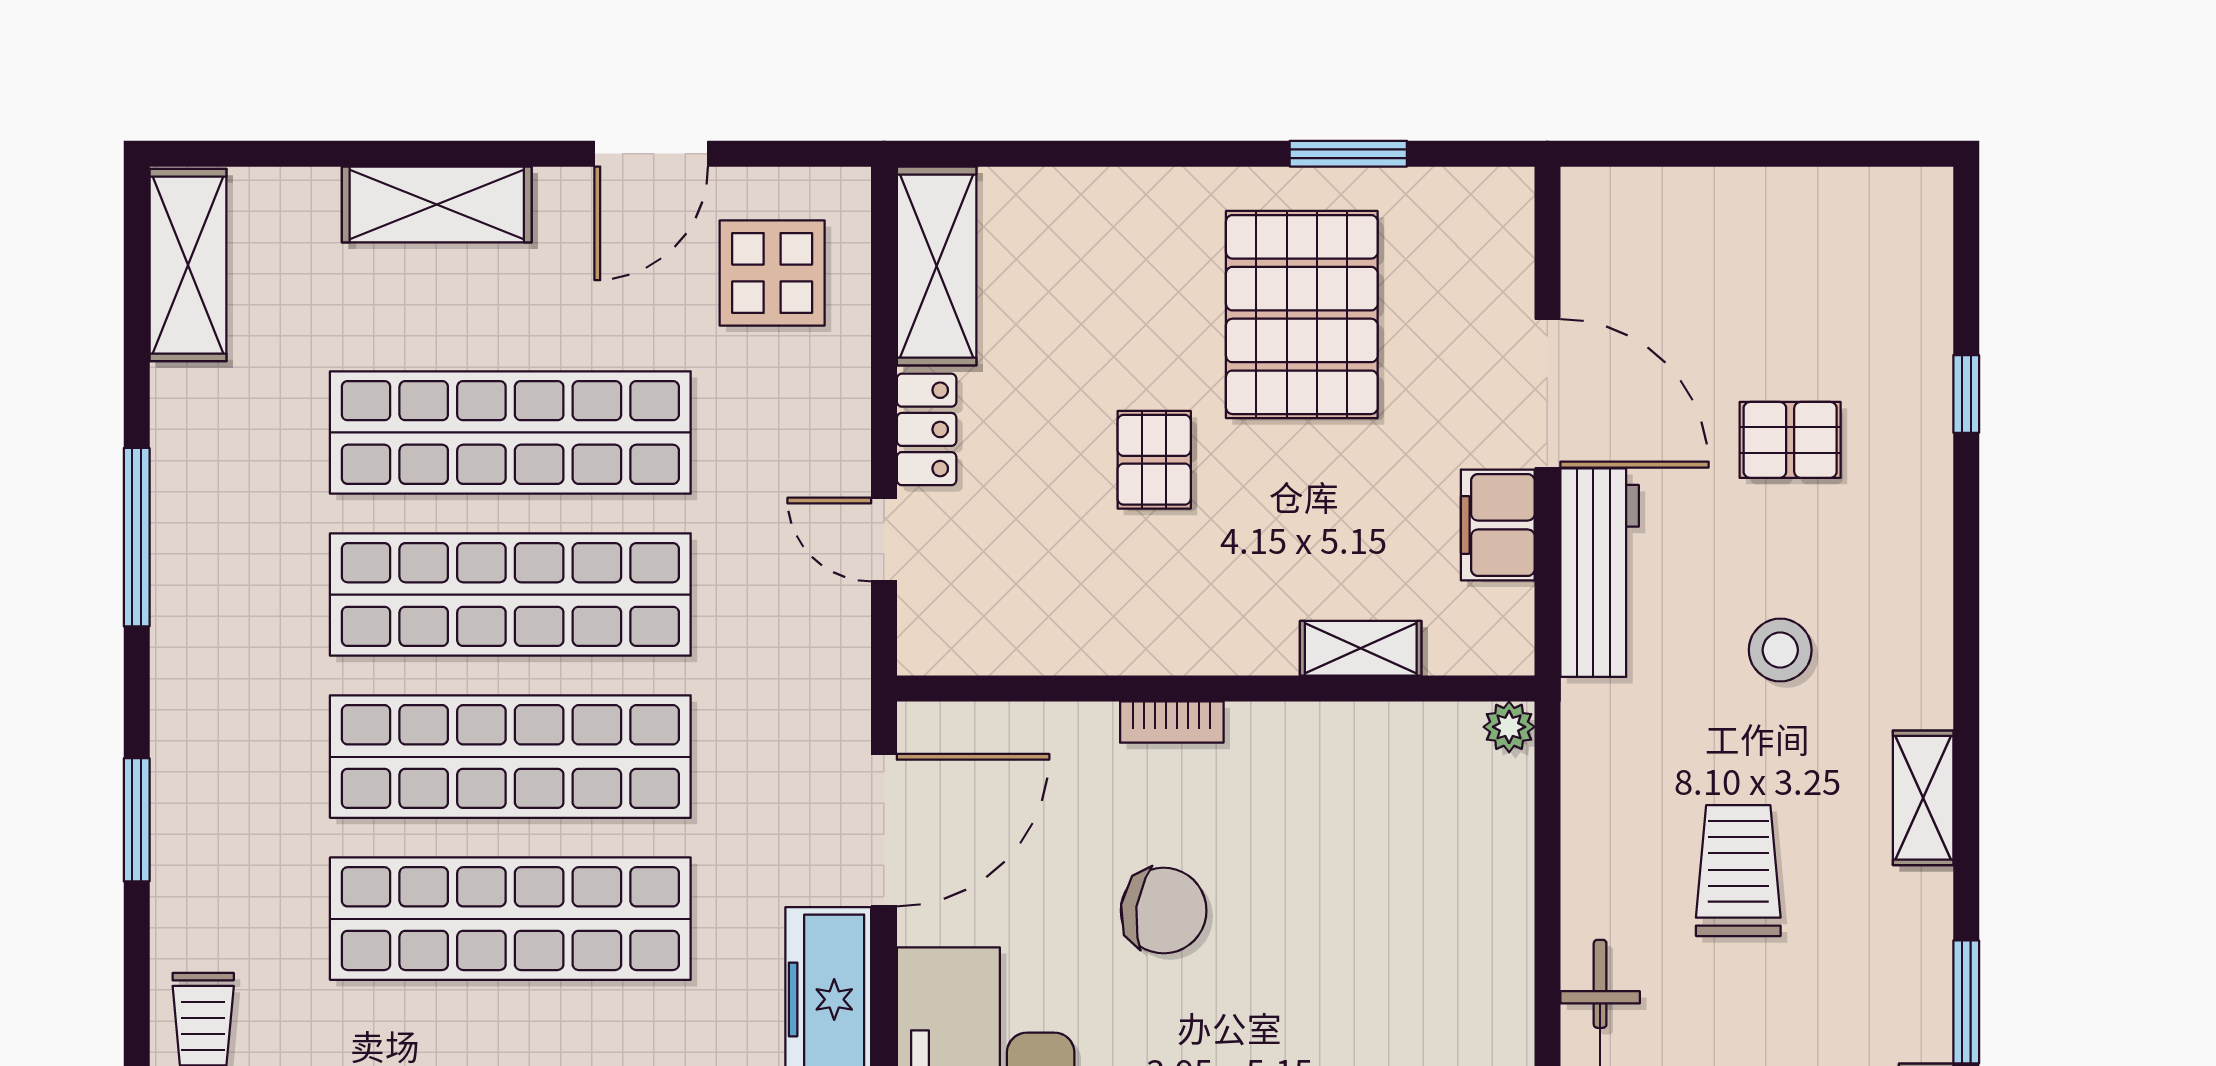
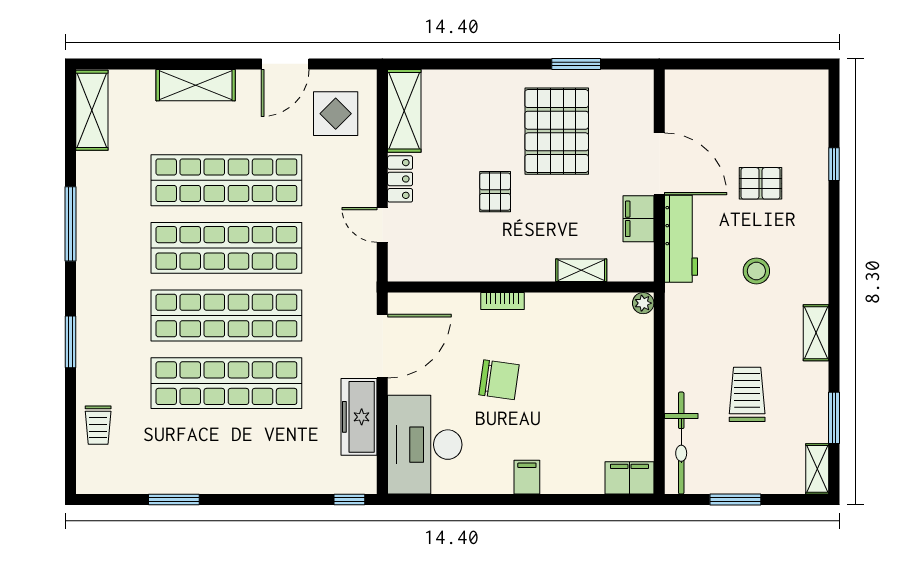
trolley: (1738, 871) -> (747, 394), moved

